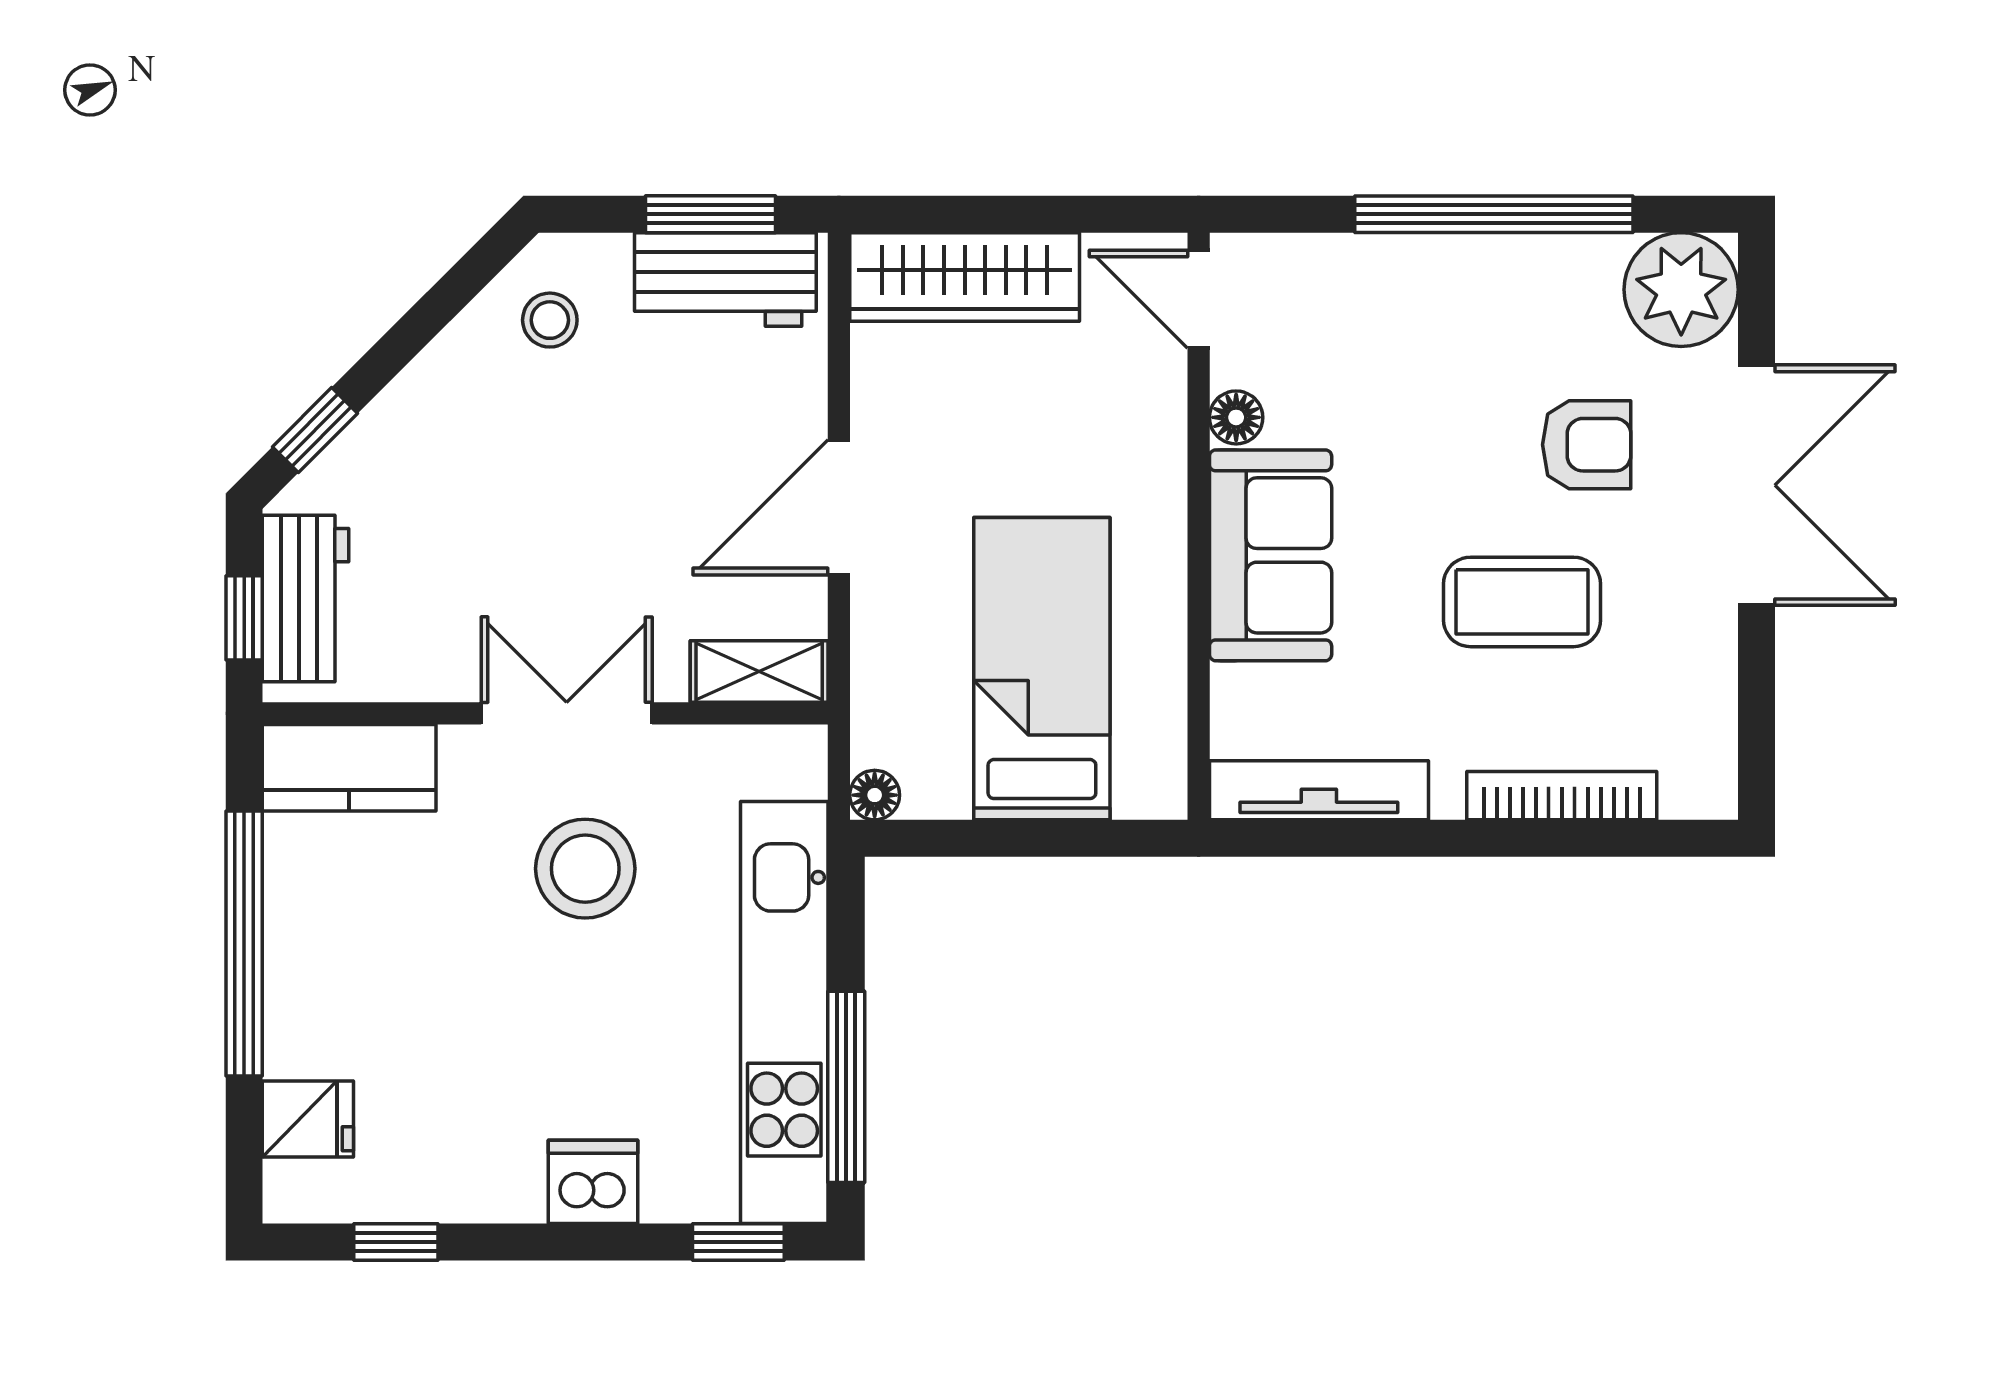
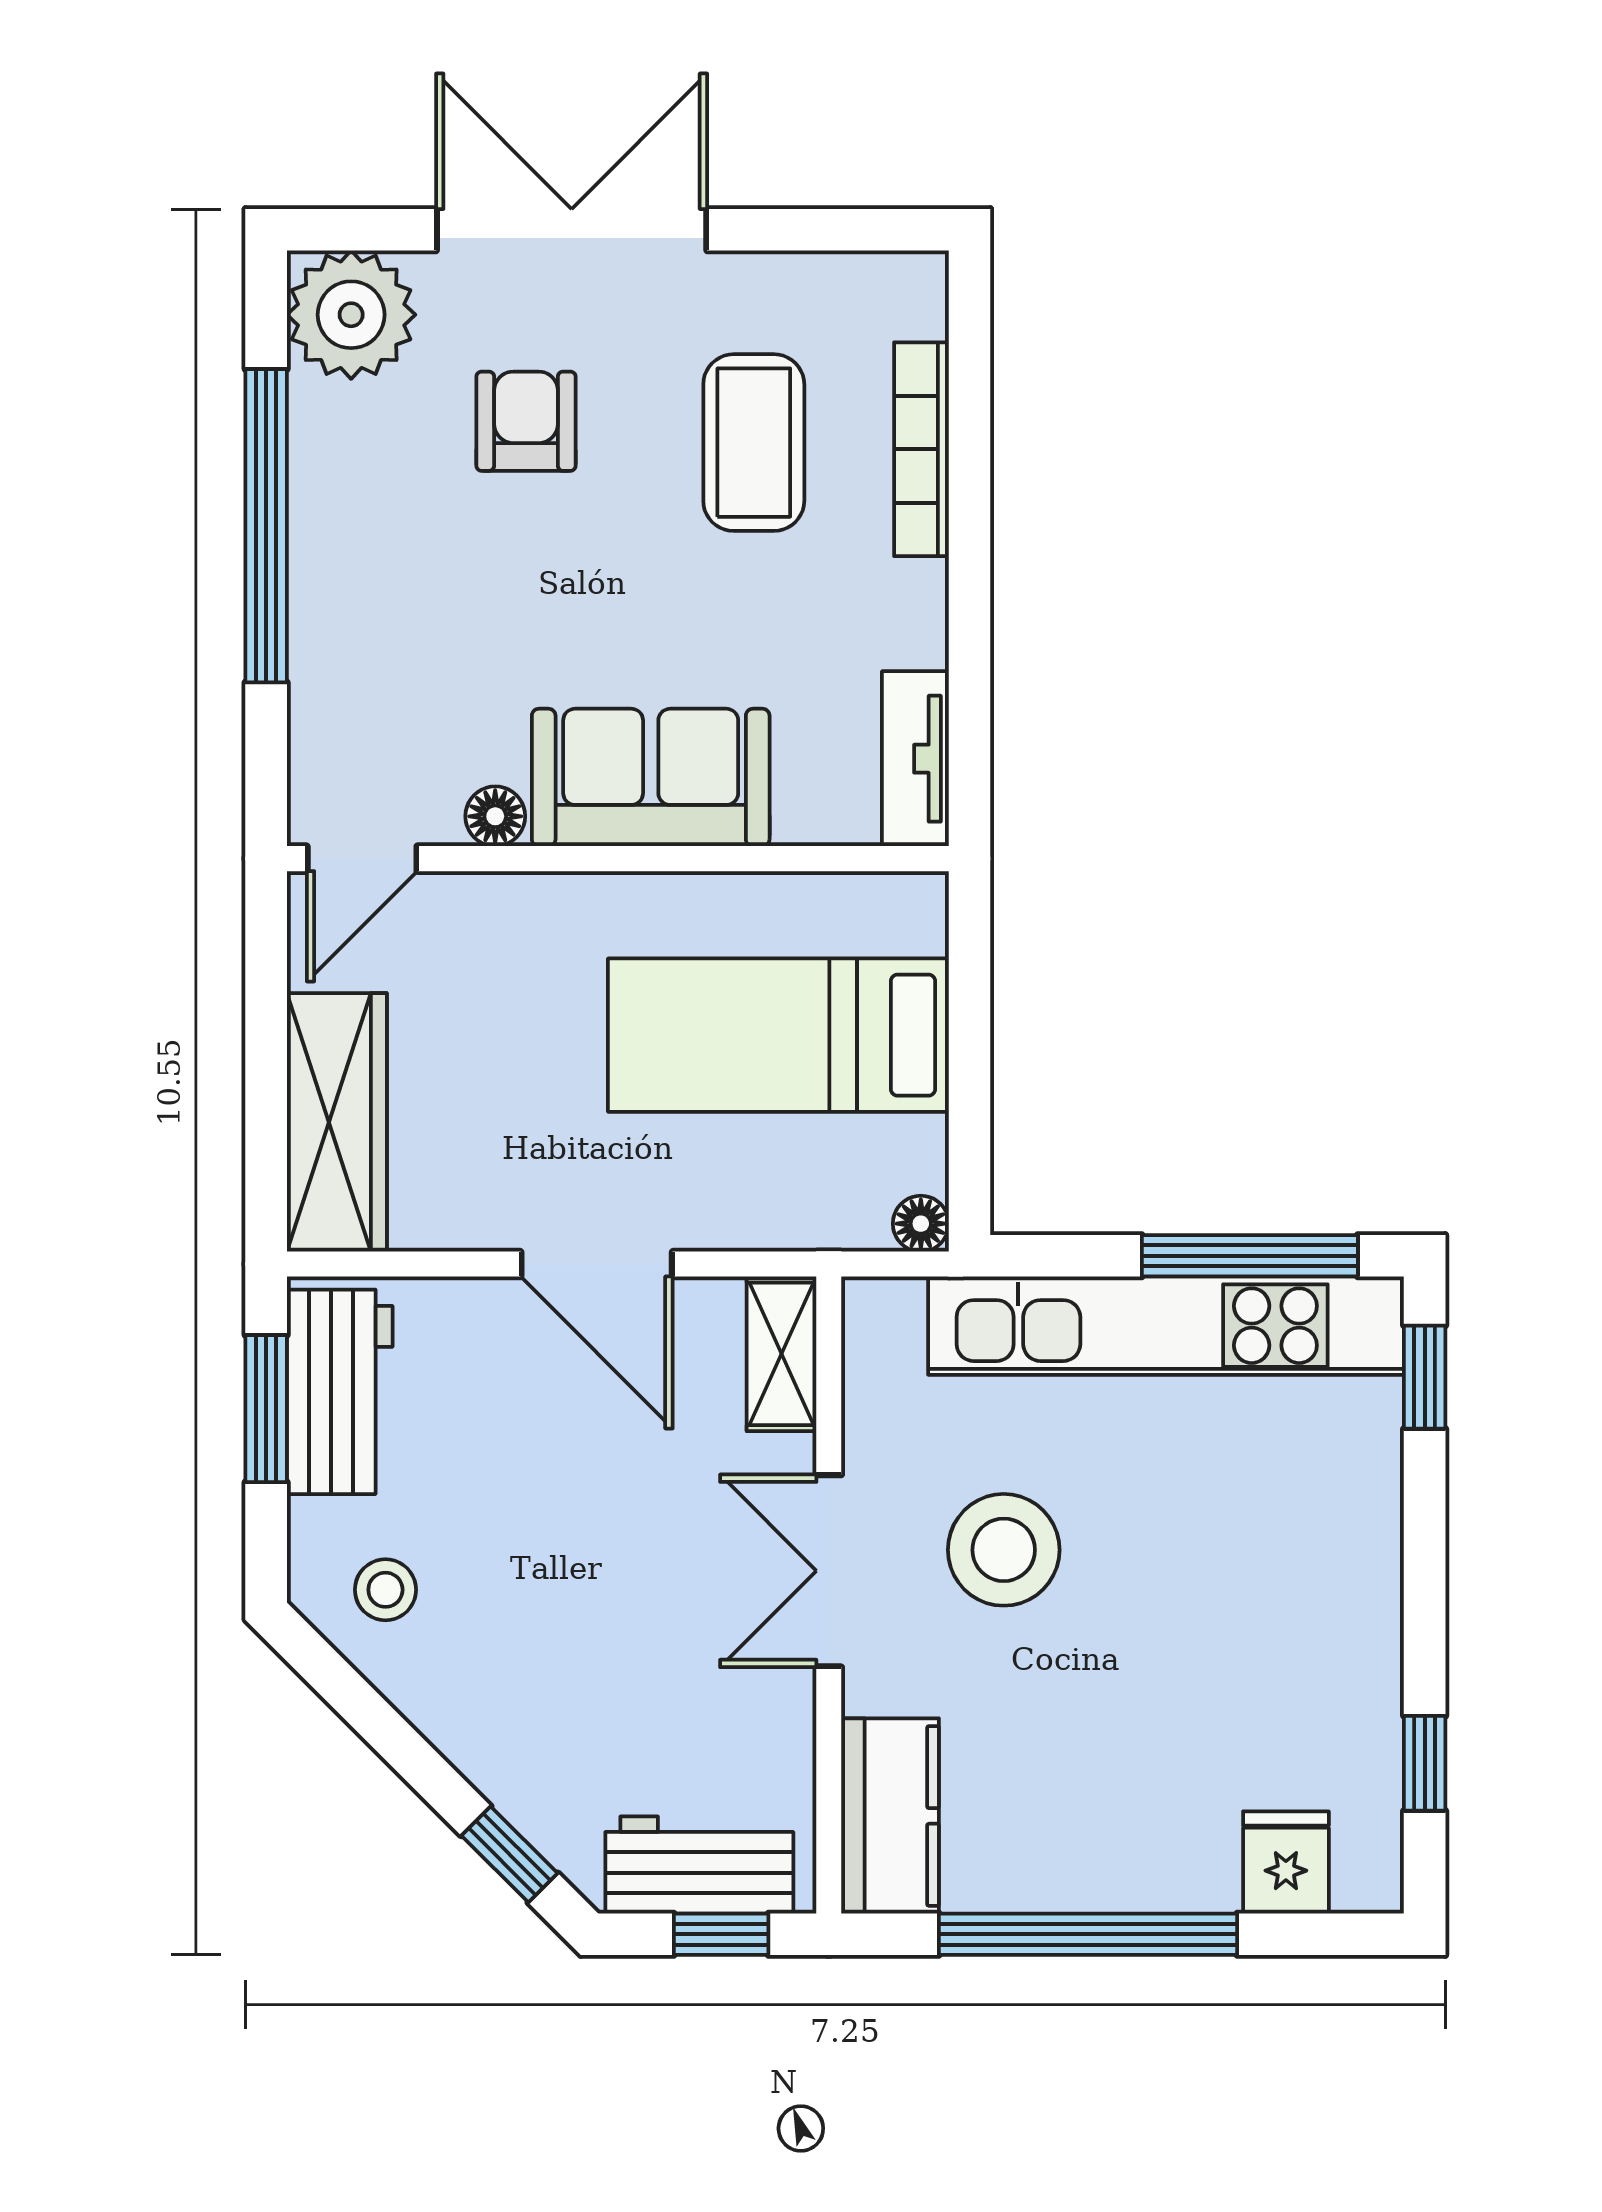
coffee table: (1522, 602) -> (754, 443), moved
tv unit: (1319, 790) -> (915, 759), width x0.71
dishwasher: (593, 1182) -> (1357, 1541), removed

